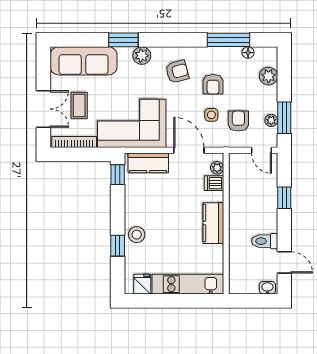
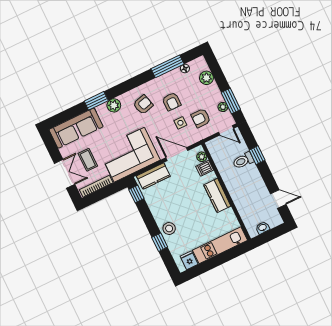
armchair: (238, 121) -> (201, 118), turned -90
toilet: (265, 241) -> (243, 161), moved
washbasin: (267, 288) -> (263, 228), moved

